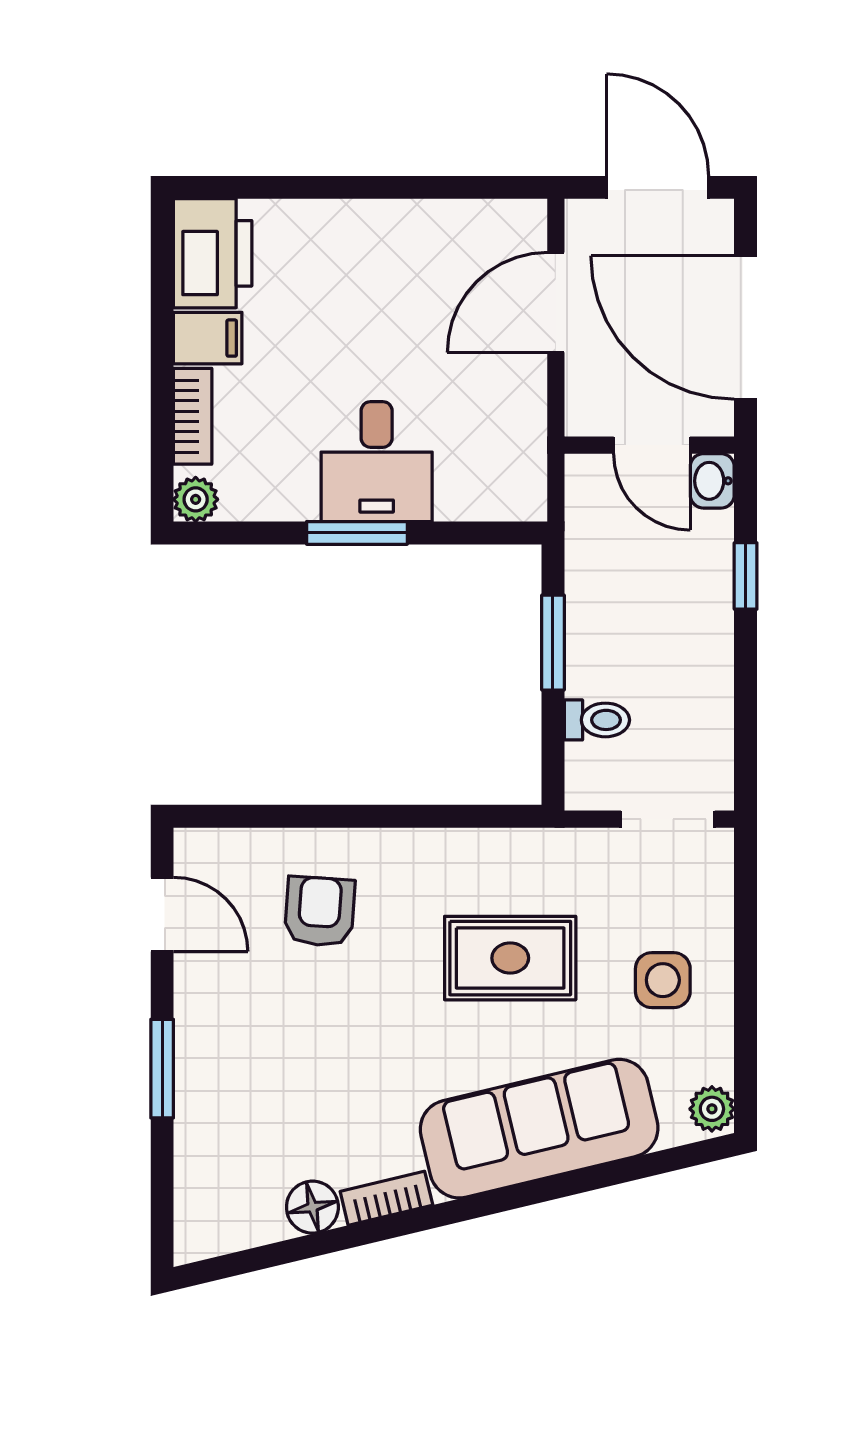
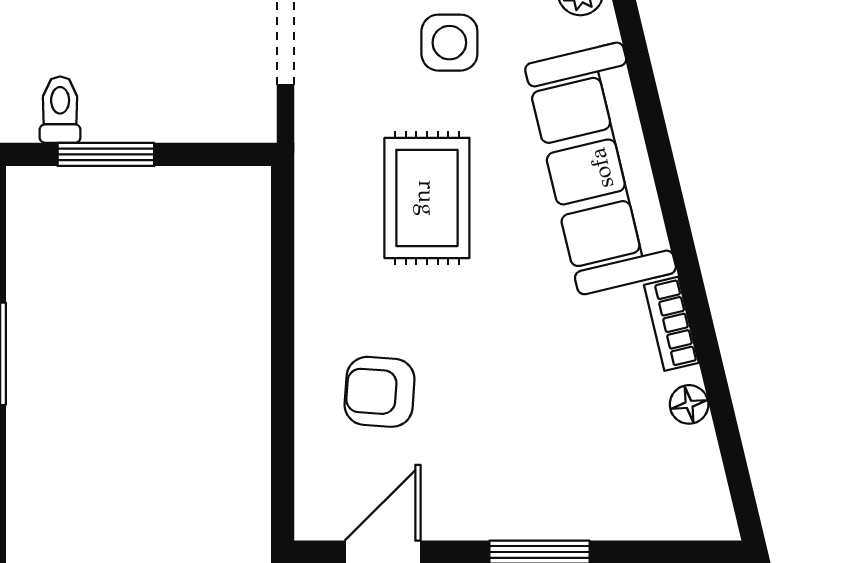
toilet: (597, 720) -> (60, 110), moved
floor lamp: (312, 1207) -> (689, 404), width x0.73, depth x0.73

